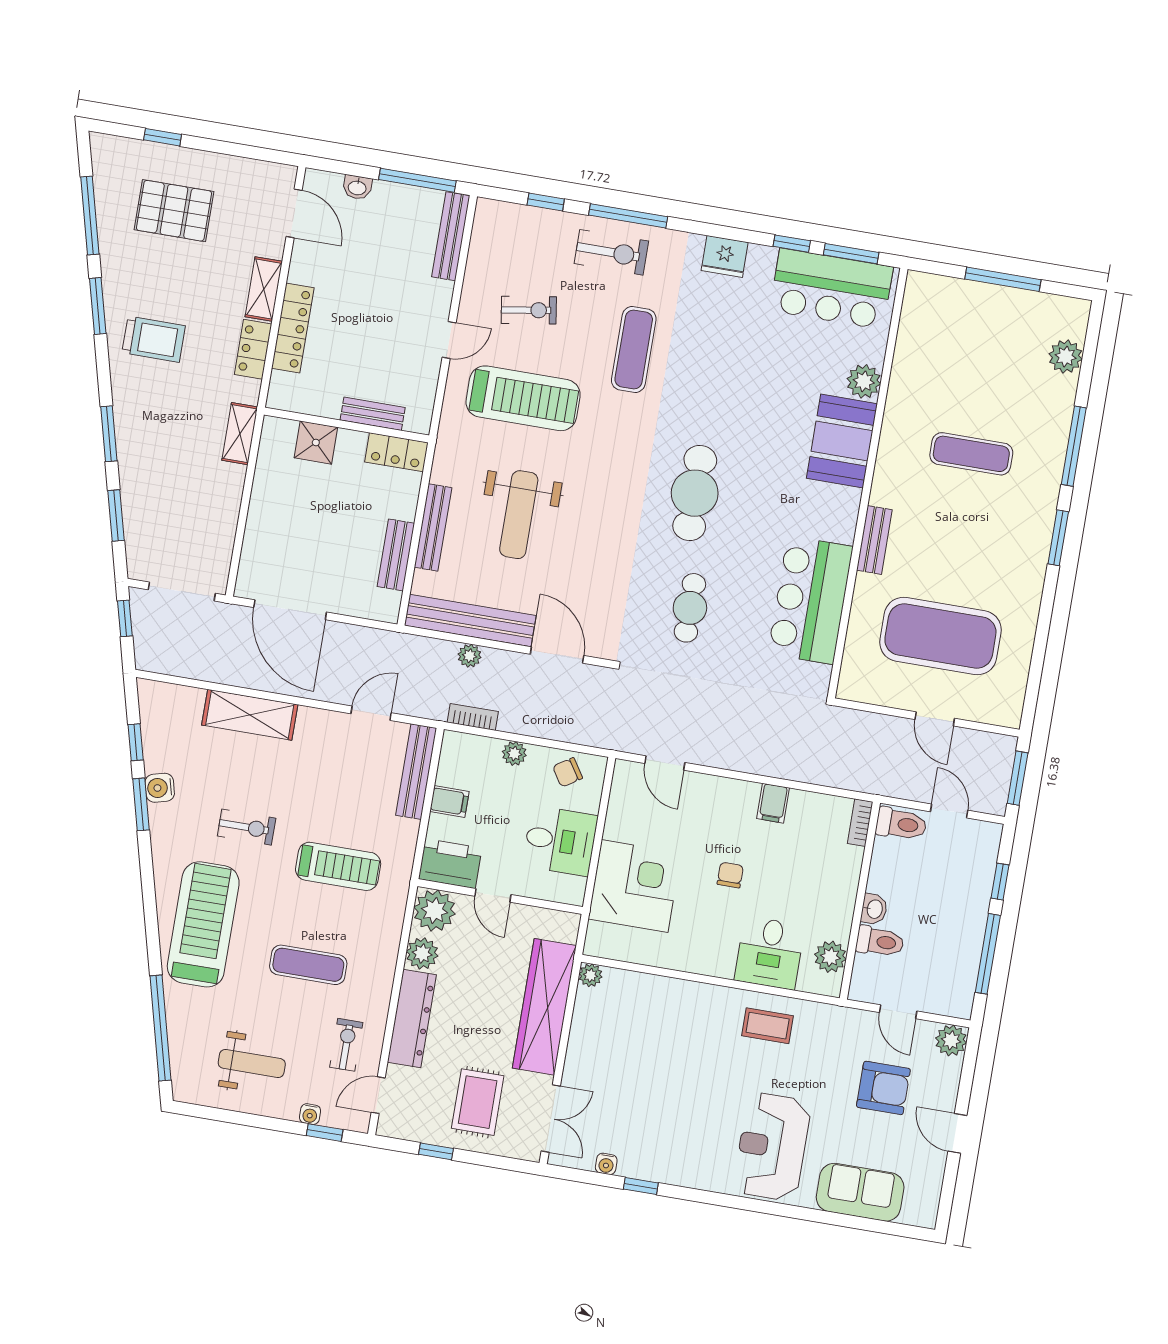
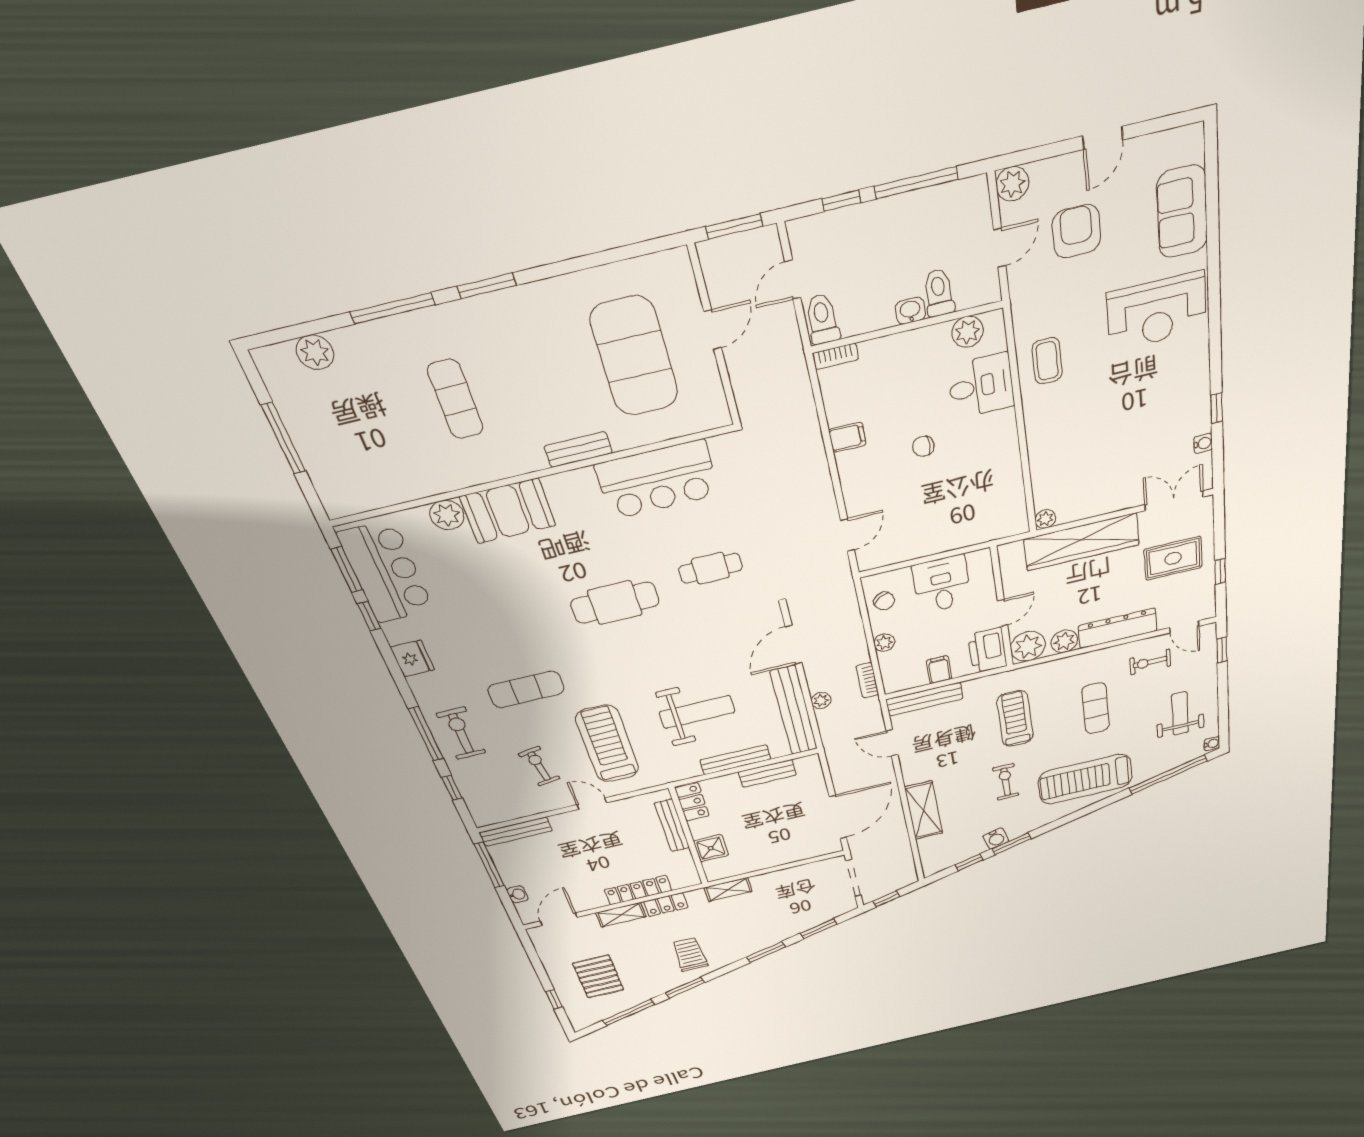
bench: (373, 414) -> (672, 826), width x1.36
corner desk: (635, 886) -> (959, 516), removed
water cooler: (310, 1114) -> (1212, 744), moved

